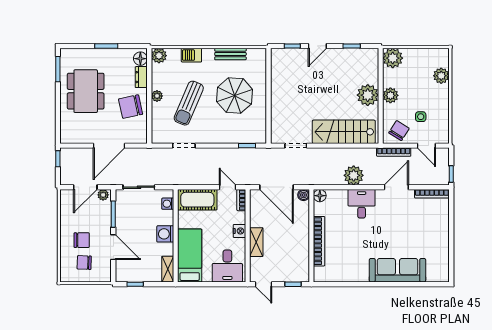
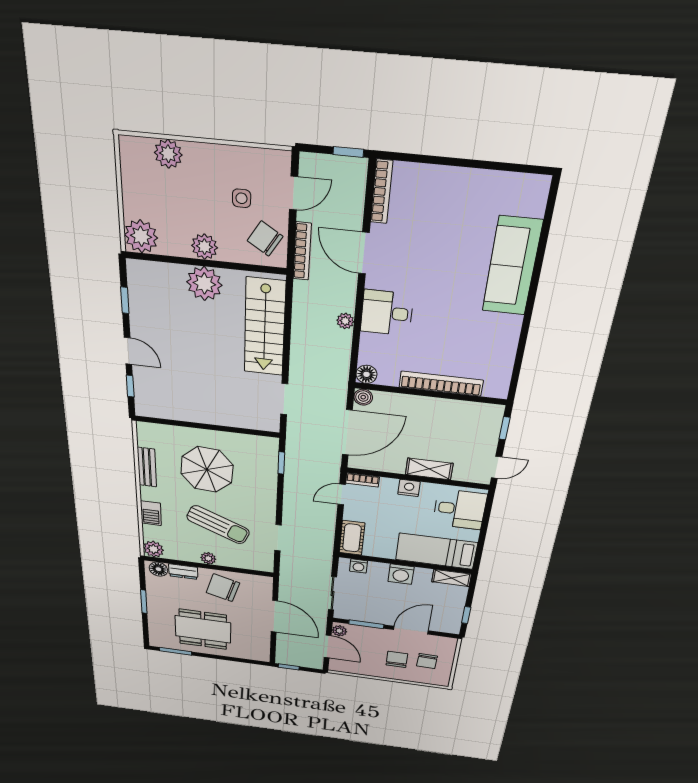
chair: (131, 107) -> (223, 588), turned 118
plant: (354, 175) -> (345, 321), width x0.53, depth x0.53
cot: (197, 200) -> (352, 538), width x0.73, depth x0.75

